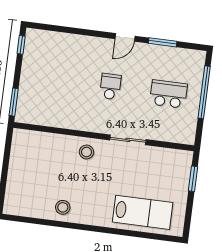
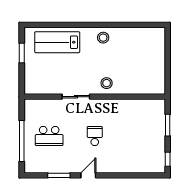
school desk: (110, 87) -> (95, 136), turned 180
window: (14, 102) -> (168, 125), moved
window: (193, 179) -> (22, 53), moved
stool: (63, 207) -> (103, 38), moved

